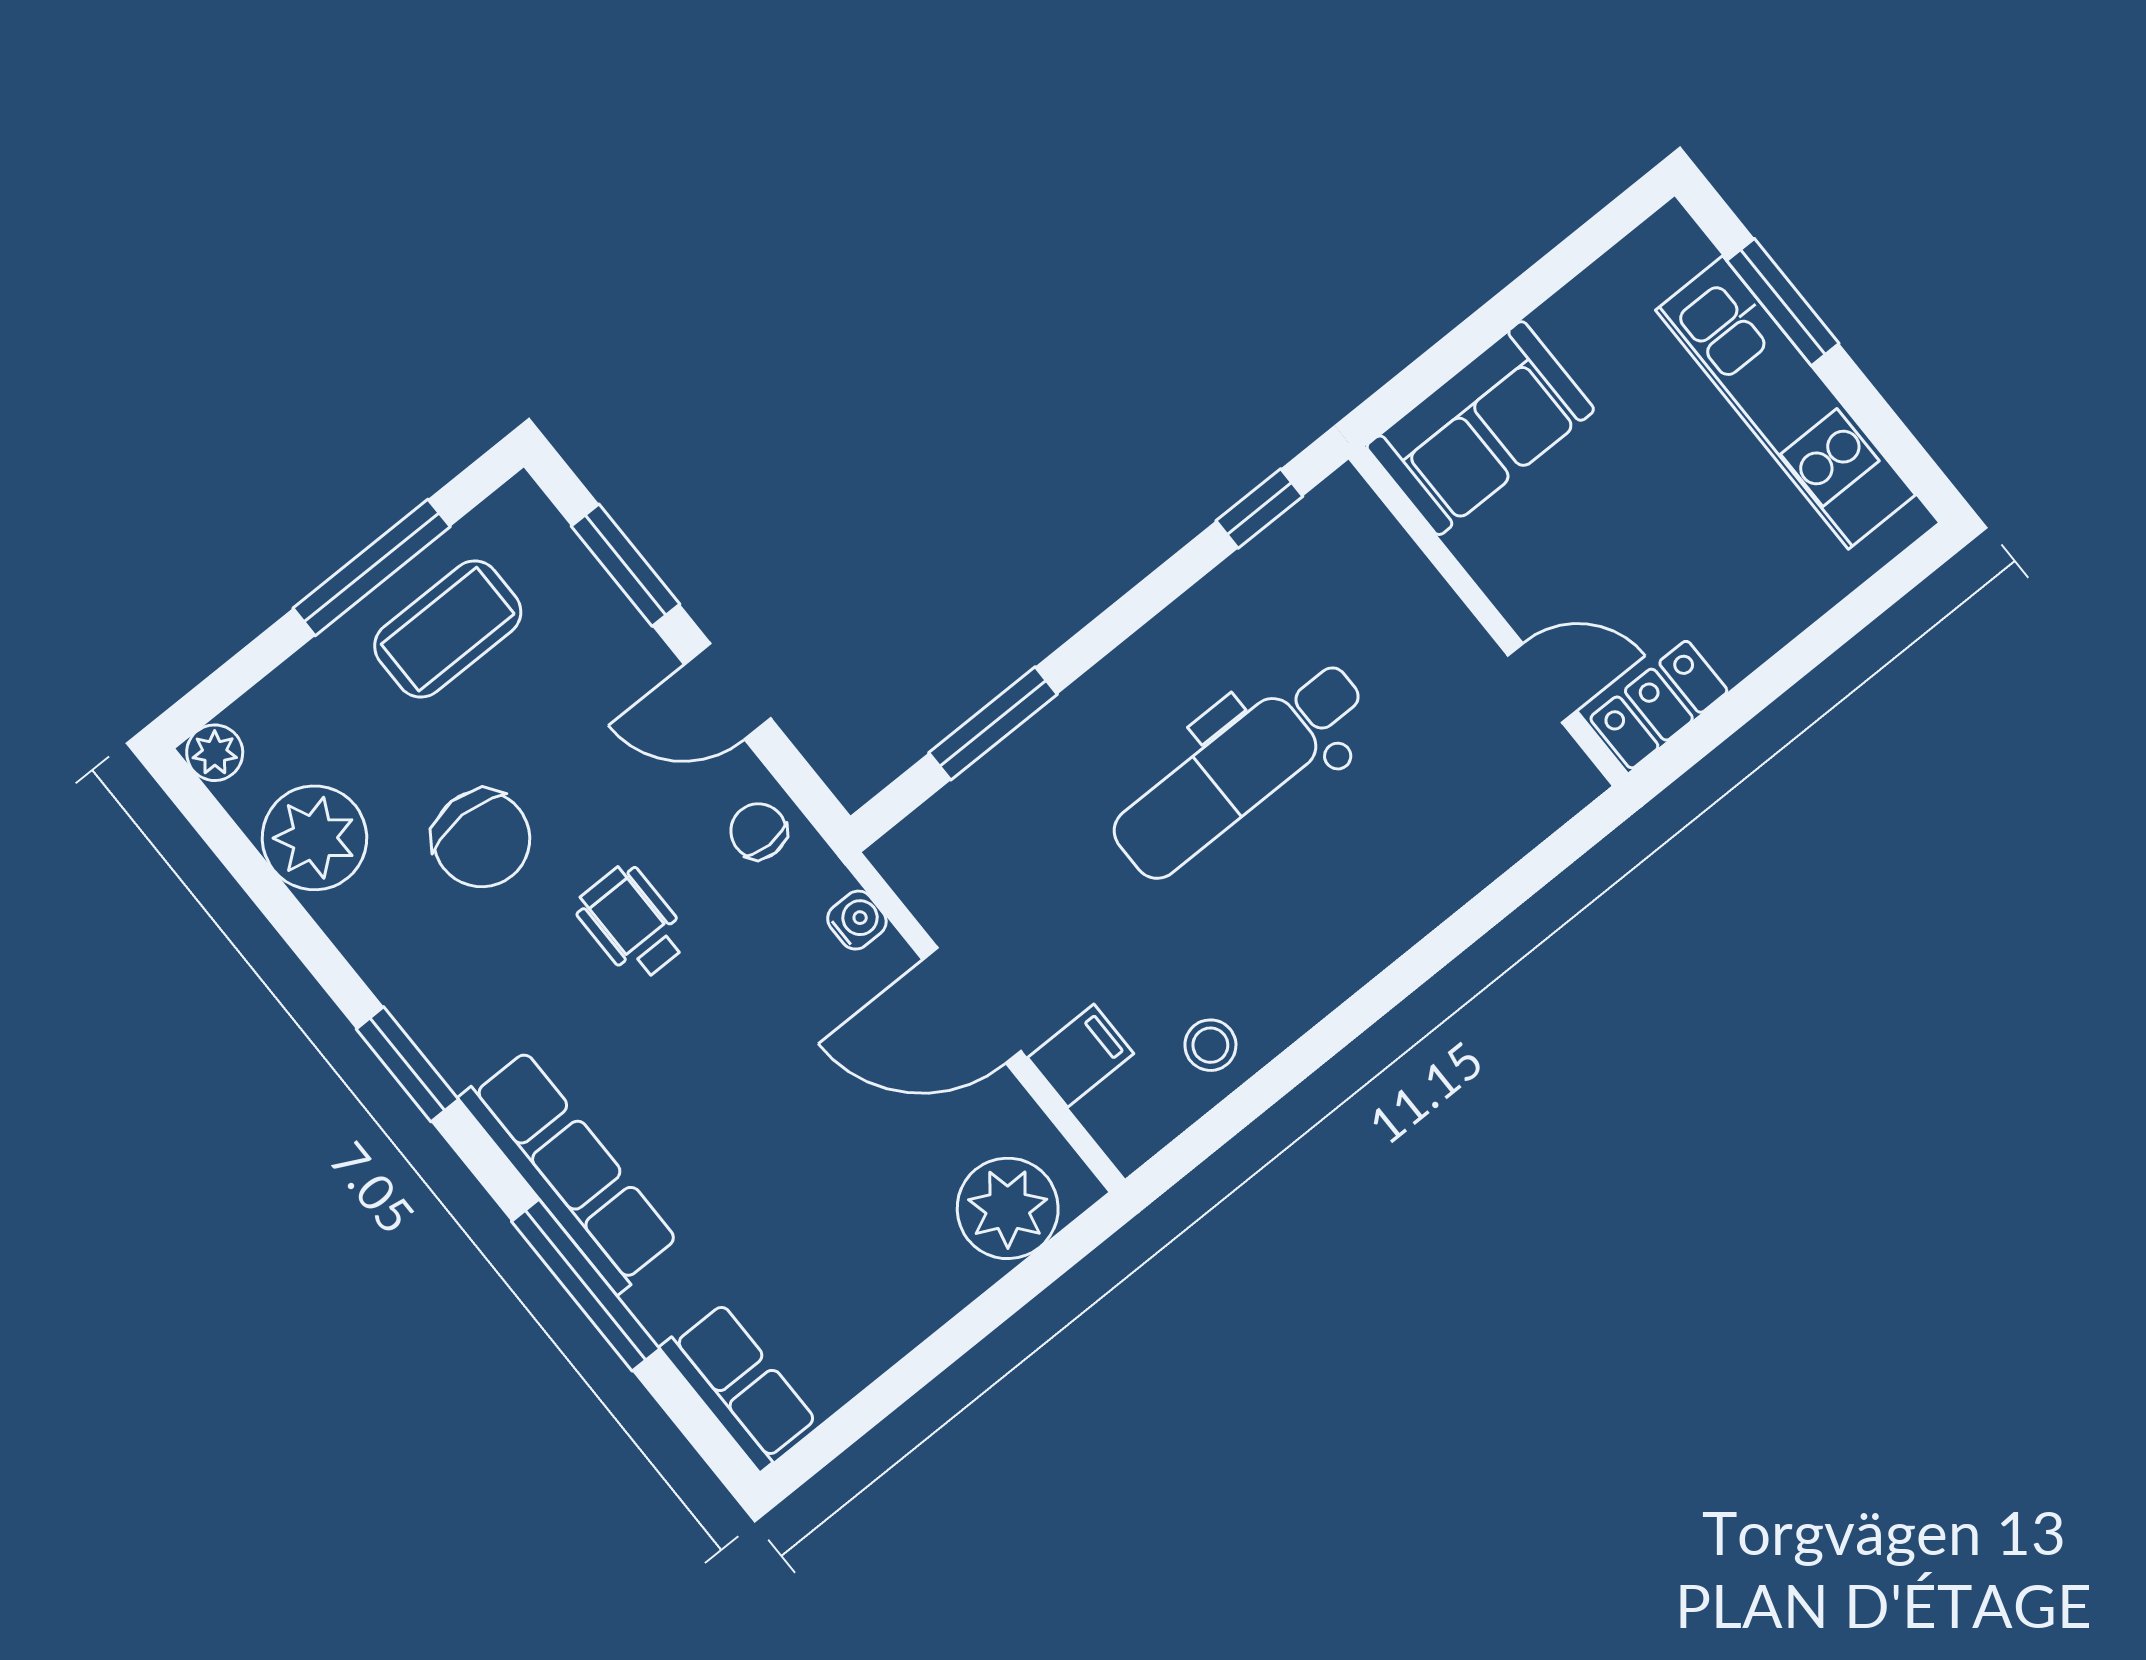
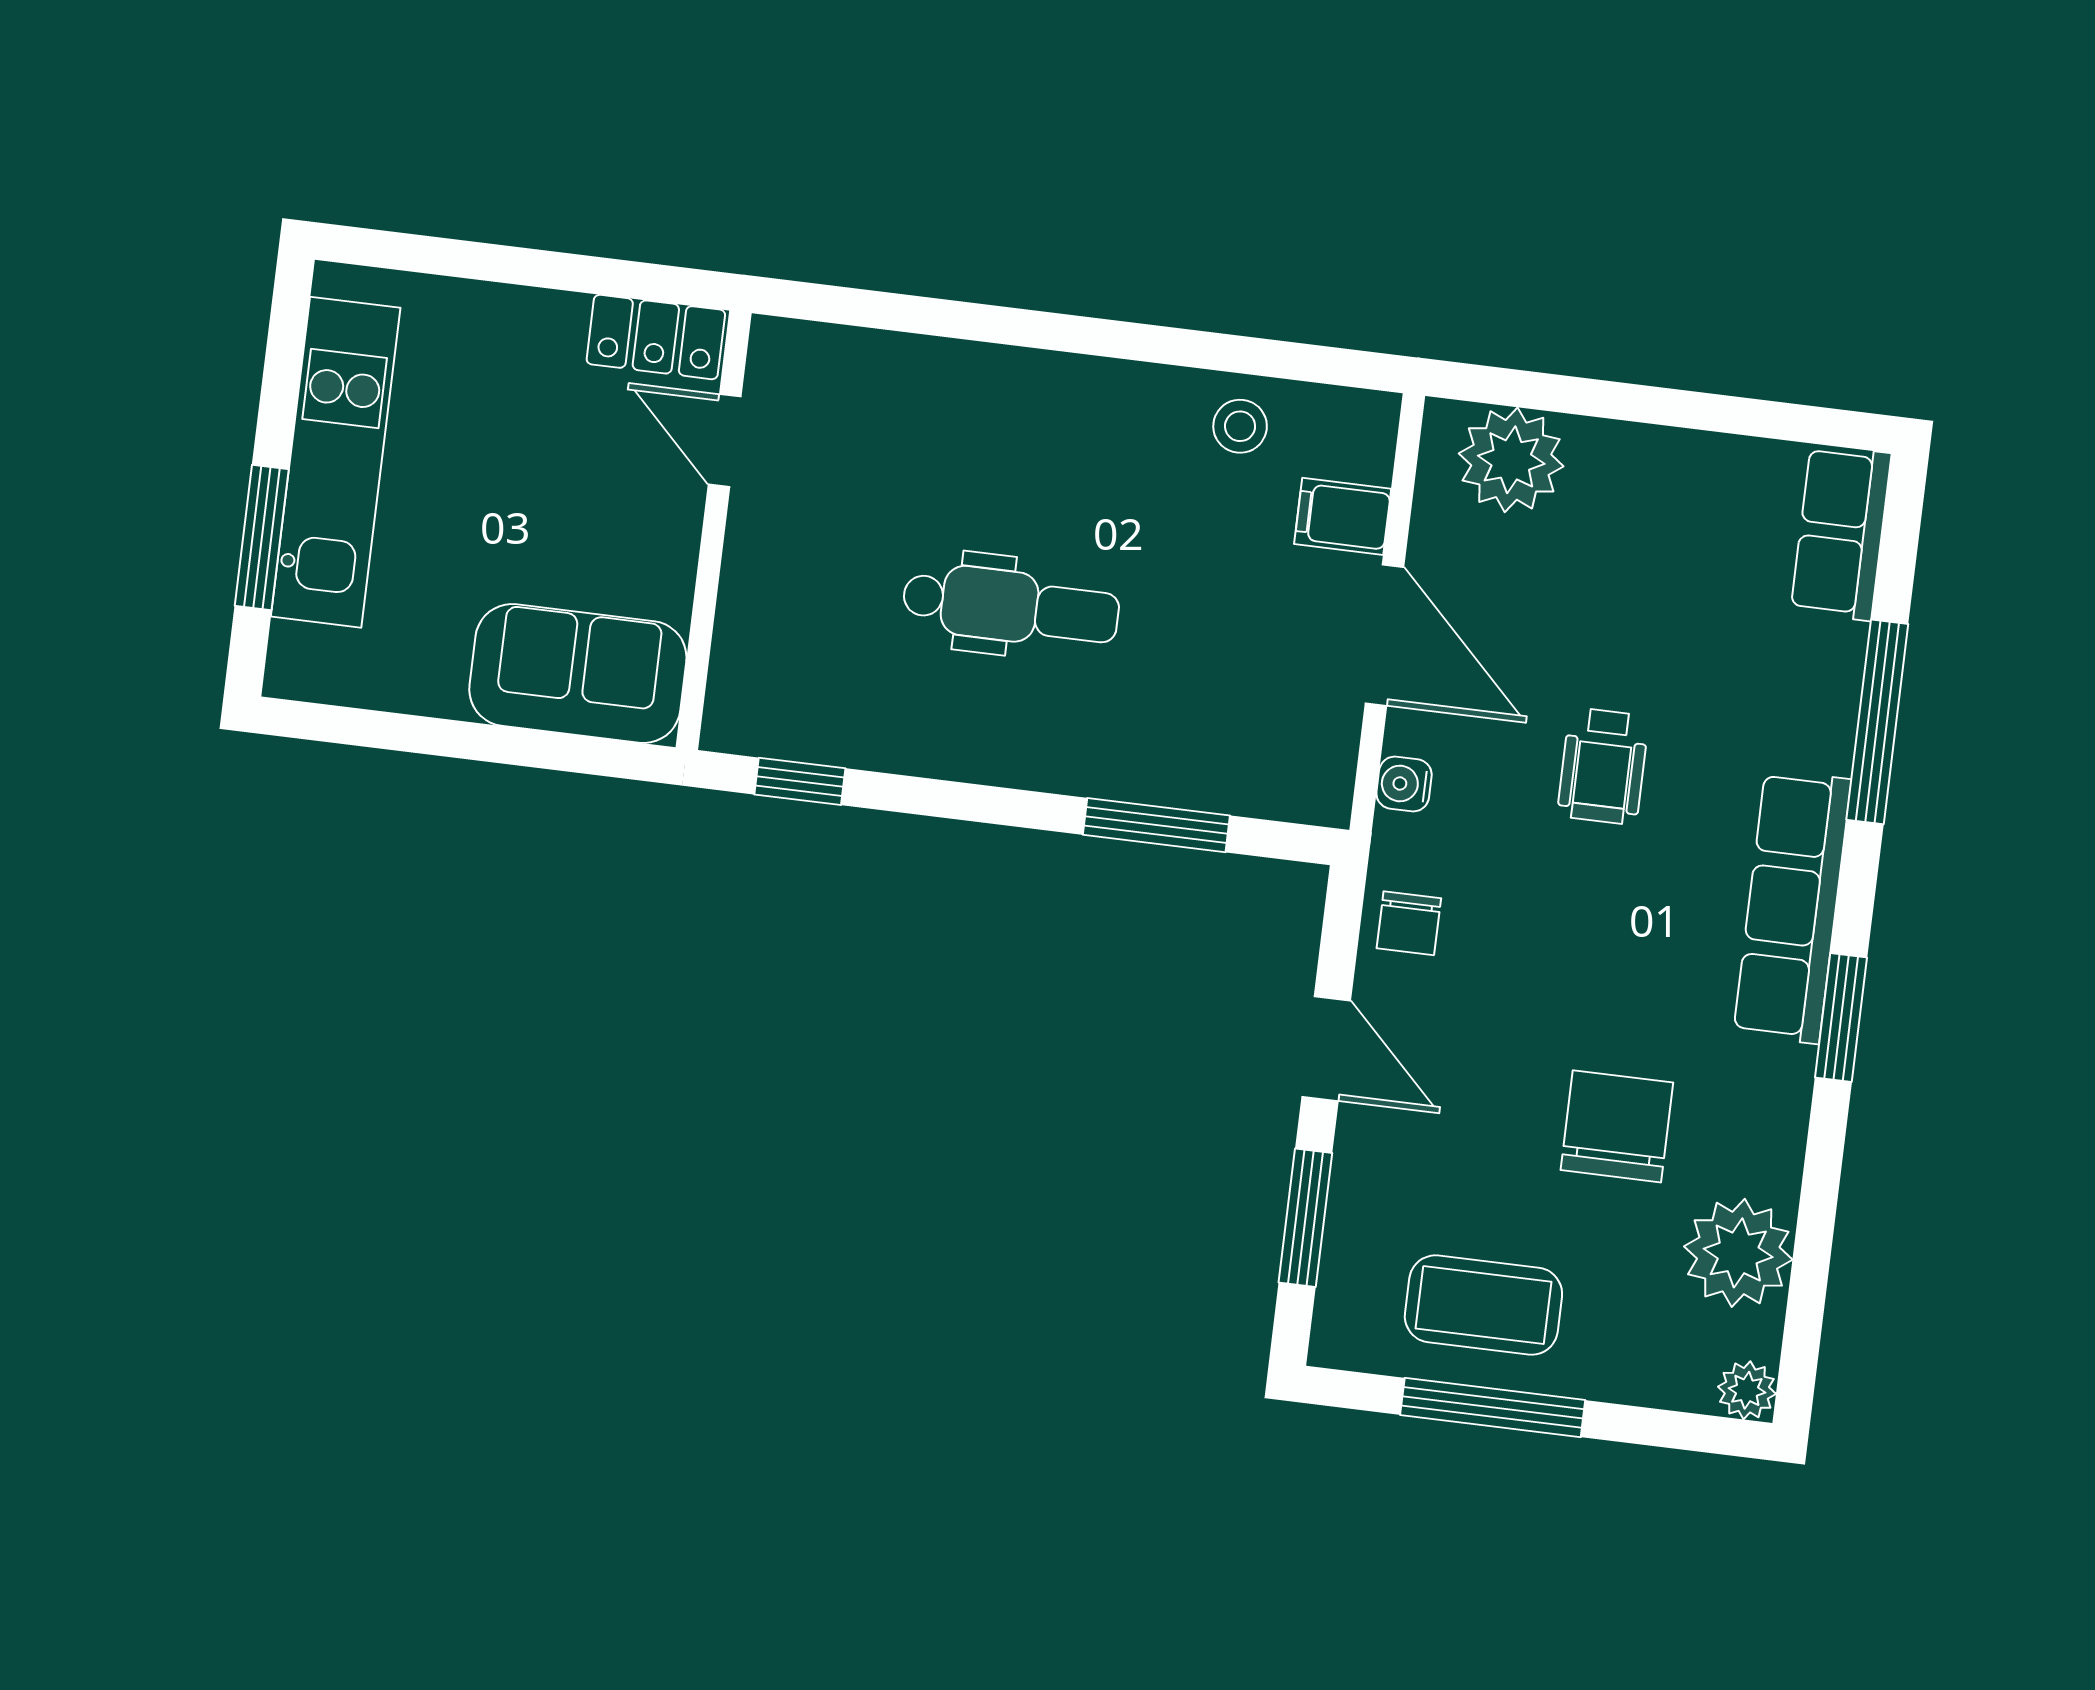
dental chair: (1239, 769) -> (1011, 606), width x0.73, depth x0.72
wheelchair: (632, 923) -> (1603, 766), moved
row of seats: (569, 1171) -> (1792, 907), moved

